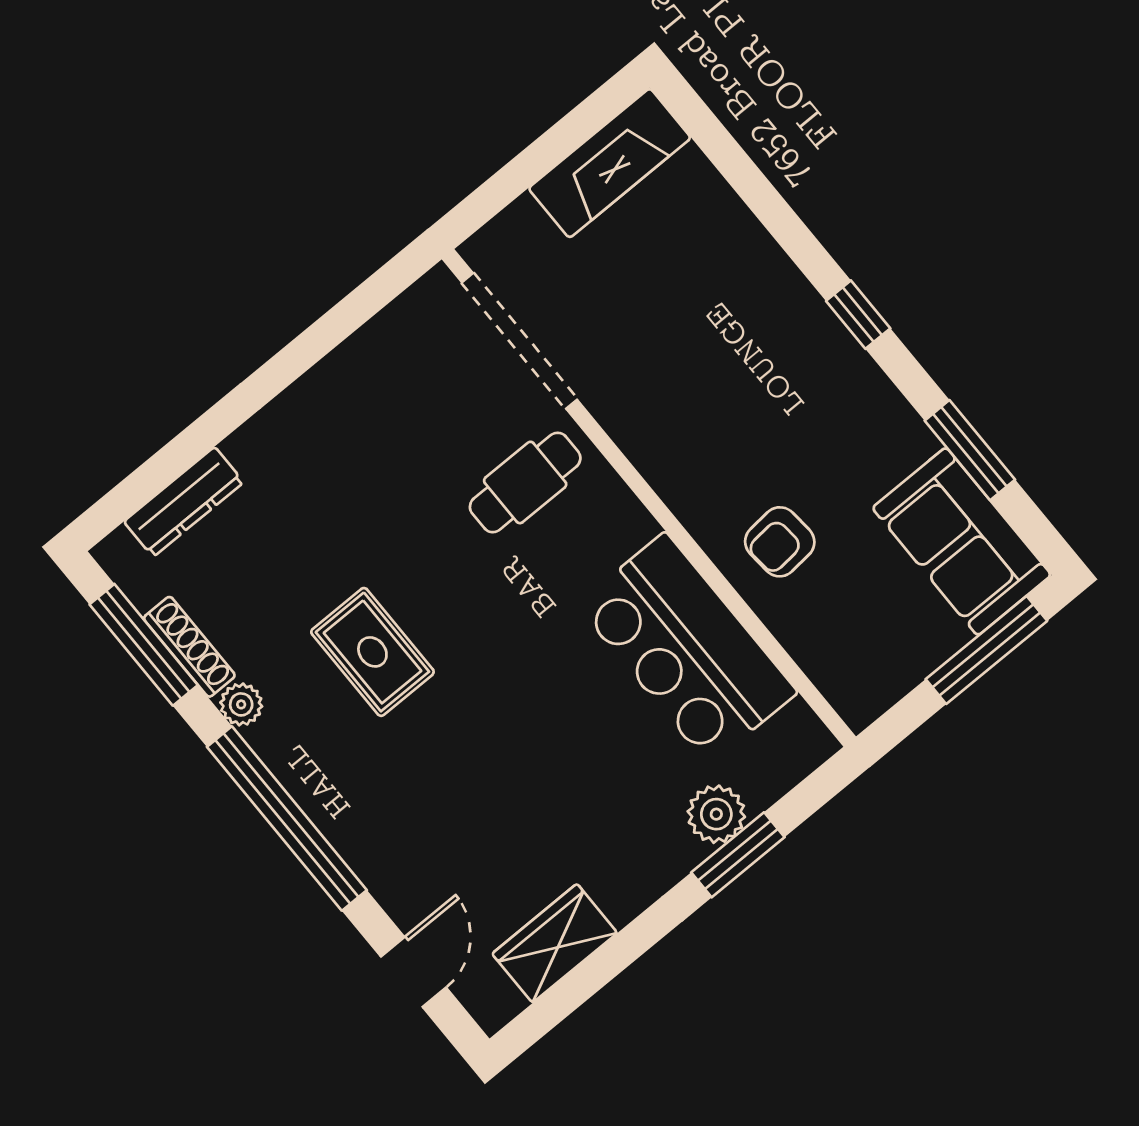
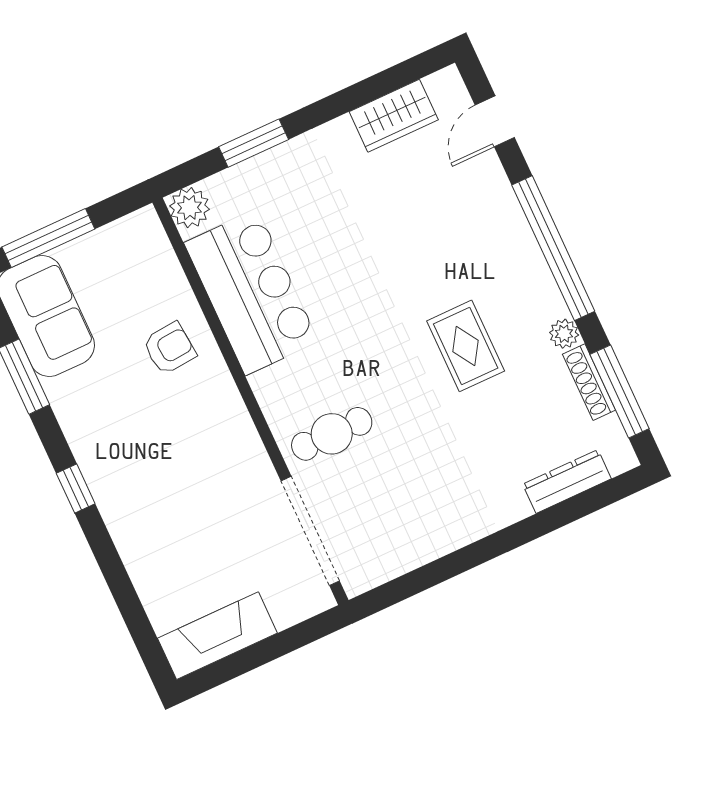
plant: (716, 814) -> (190, 208), moved

